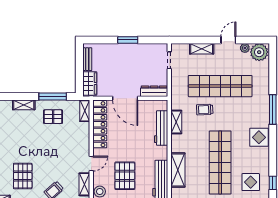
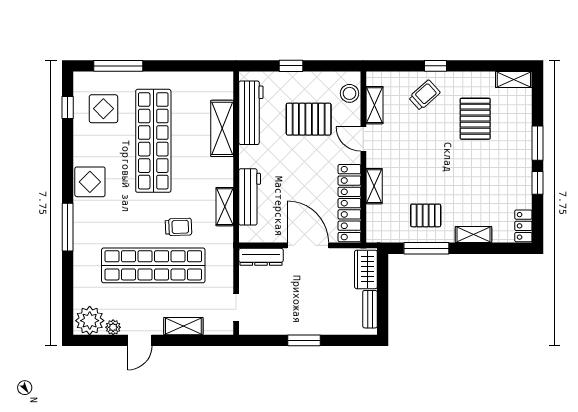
shelving: (85, 111) -> (374, 186), moved
door: (91, 164) -> (363, 139), hinge flipped
pallet: (125, 176) -> (309, 119), turned 90

